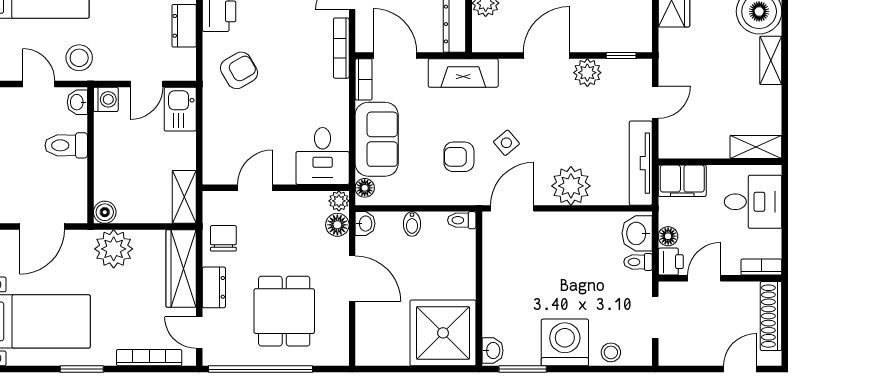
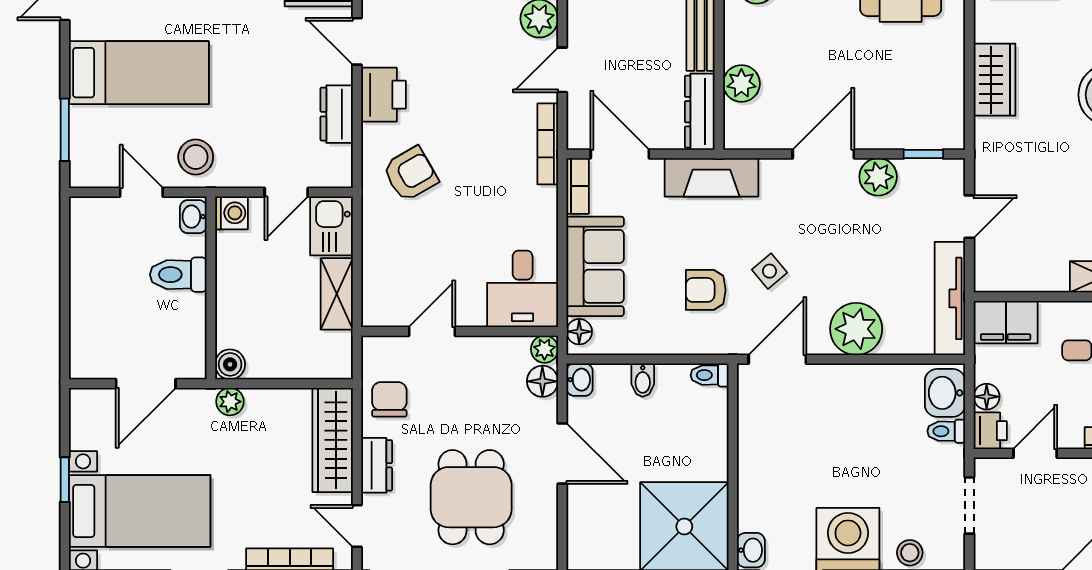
shelving: (184, 197) -> (337, 294), moved
plant: (114, 249) -> (230, 402), width x0.53, depth x0.53

